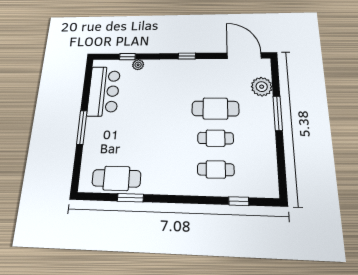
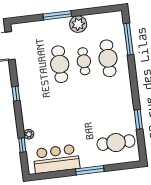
plant: (262, 87) -> (78, 24), moved
cafe table: (216, 169) -> (108, 58), width x1.37, depth x1.35
cafe table: (116, 178) -> (116, 143), moved, turned 90
window: (239, 201) -> (129, 39), width x2.17

